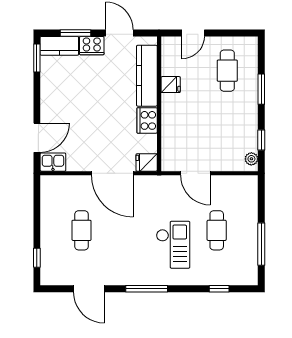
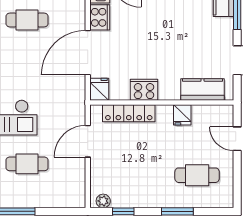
cooker: (92, 46) -> (100, 17), moved, turned 180
kitchen counter: (147, 76) -> (203, 90), width x0.67
locker: (169, 135) -> (129, 113), added

